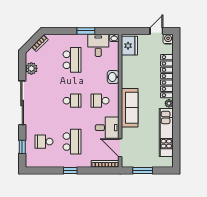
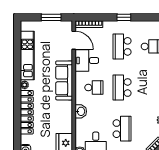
school desk: (72, 60) -> (122, 129), turned 180
school desk: (72, 101) -> (122, 88), width x1.85

